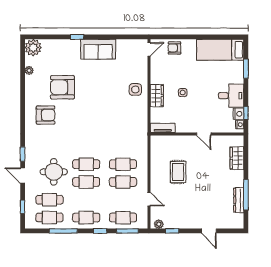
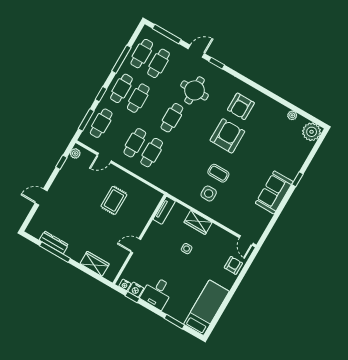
armchair: (62, 87) -> (227, 136), moved
side table: (135, 90) -> (209, 194), moved
coffee table: (109, 102) -> (218, 173), added
round table: (54, 172) -> (194, 90), moved
rug: (178, 172) -> (114, 200), turned 90
cafe table: (86, 182) -> (138, 98), moved
window: (23, 207) -> (167, 34), width x2.17

